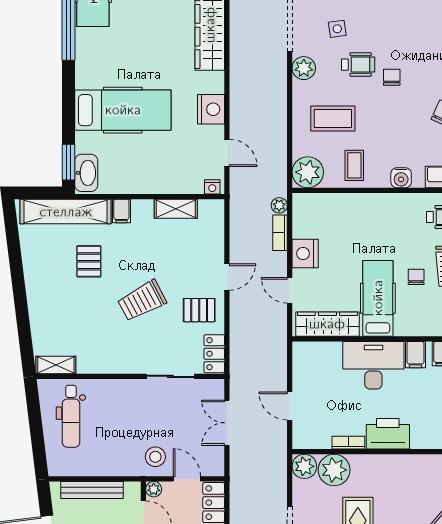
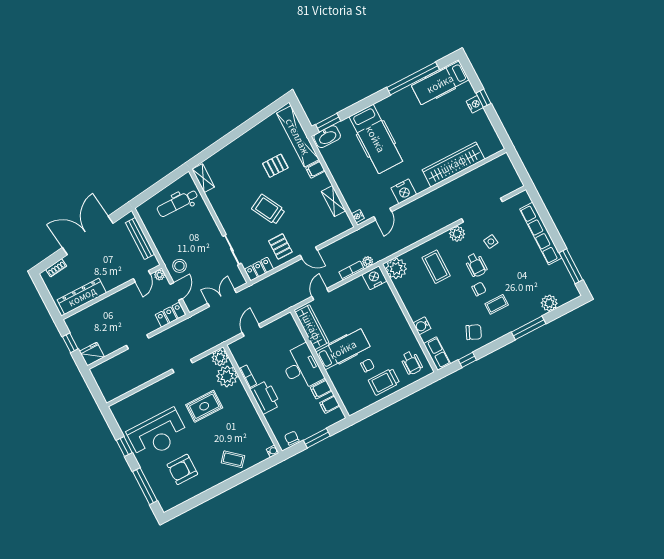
coffee table: (354, 165) -> (497, 304), moved
nightstand: (305, 253) -> (375, 278), moved

